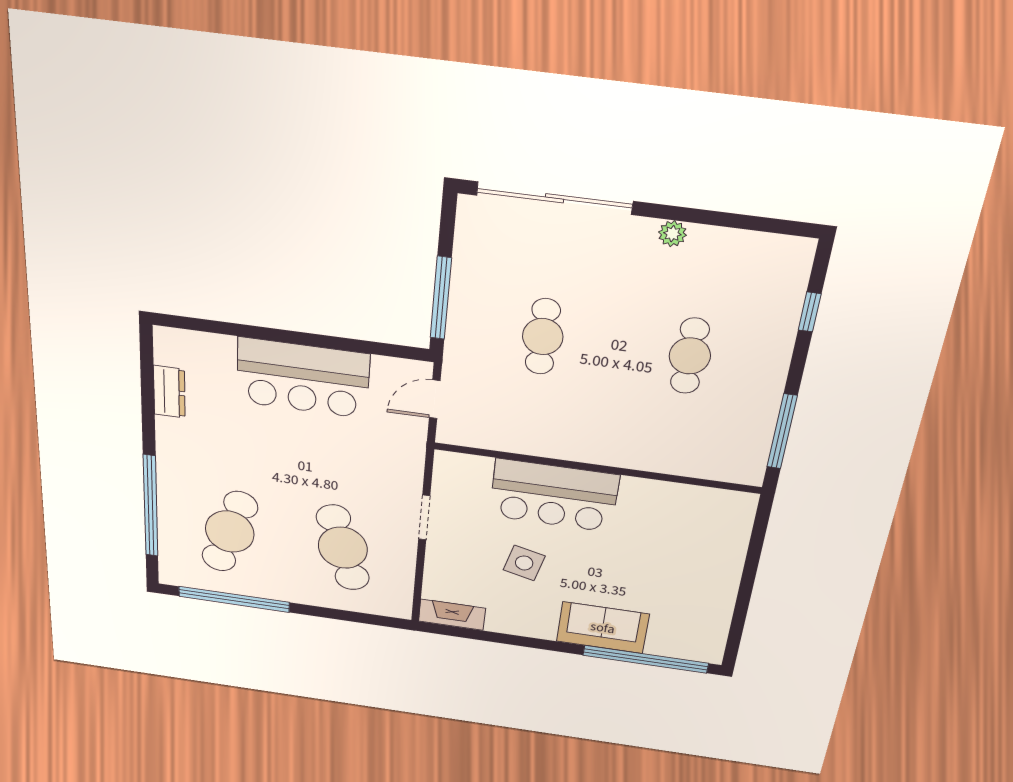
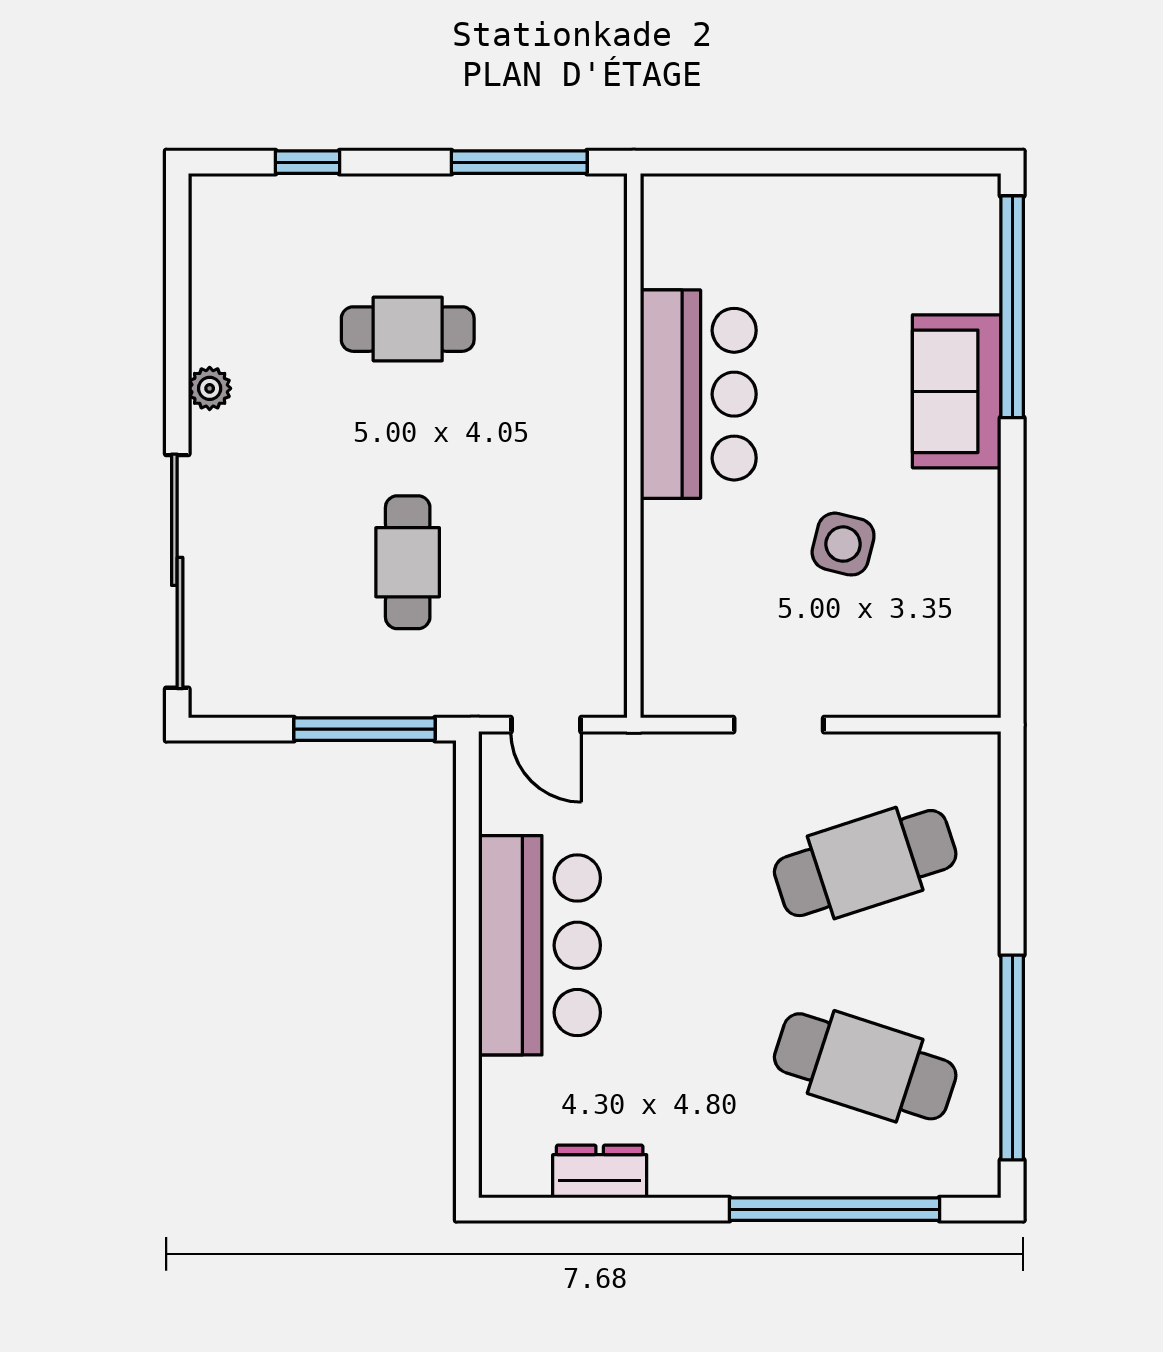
cafe table: (543, 337) -> (408, 562), turned 90
bar counter: (554, 496) -> (698, 394), moved
fireplace: (452, 615) -> (976, 660), removed

